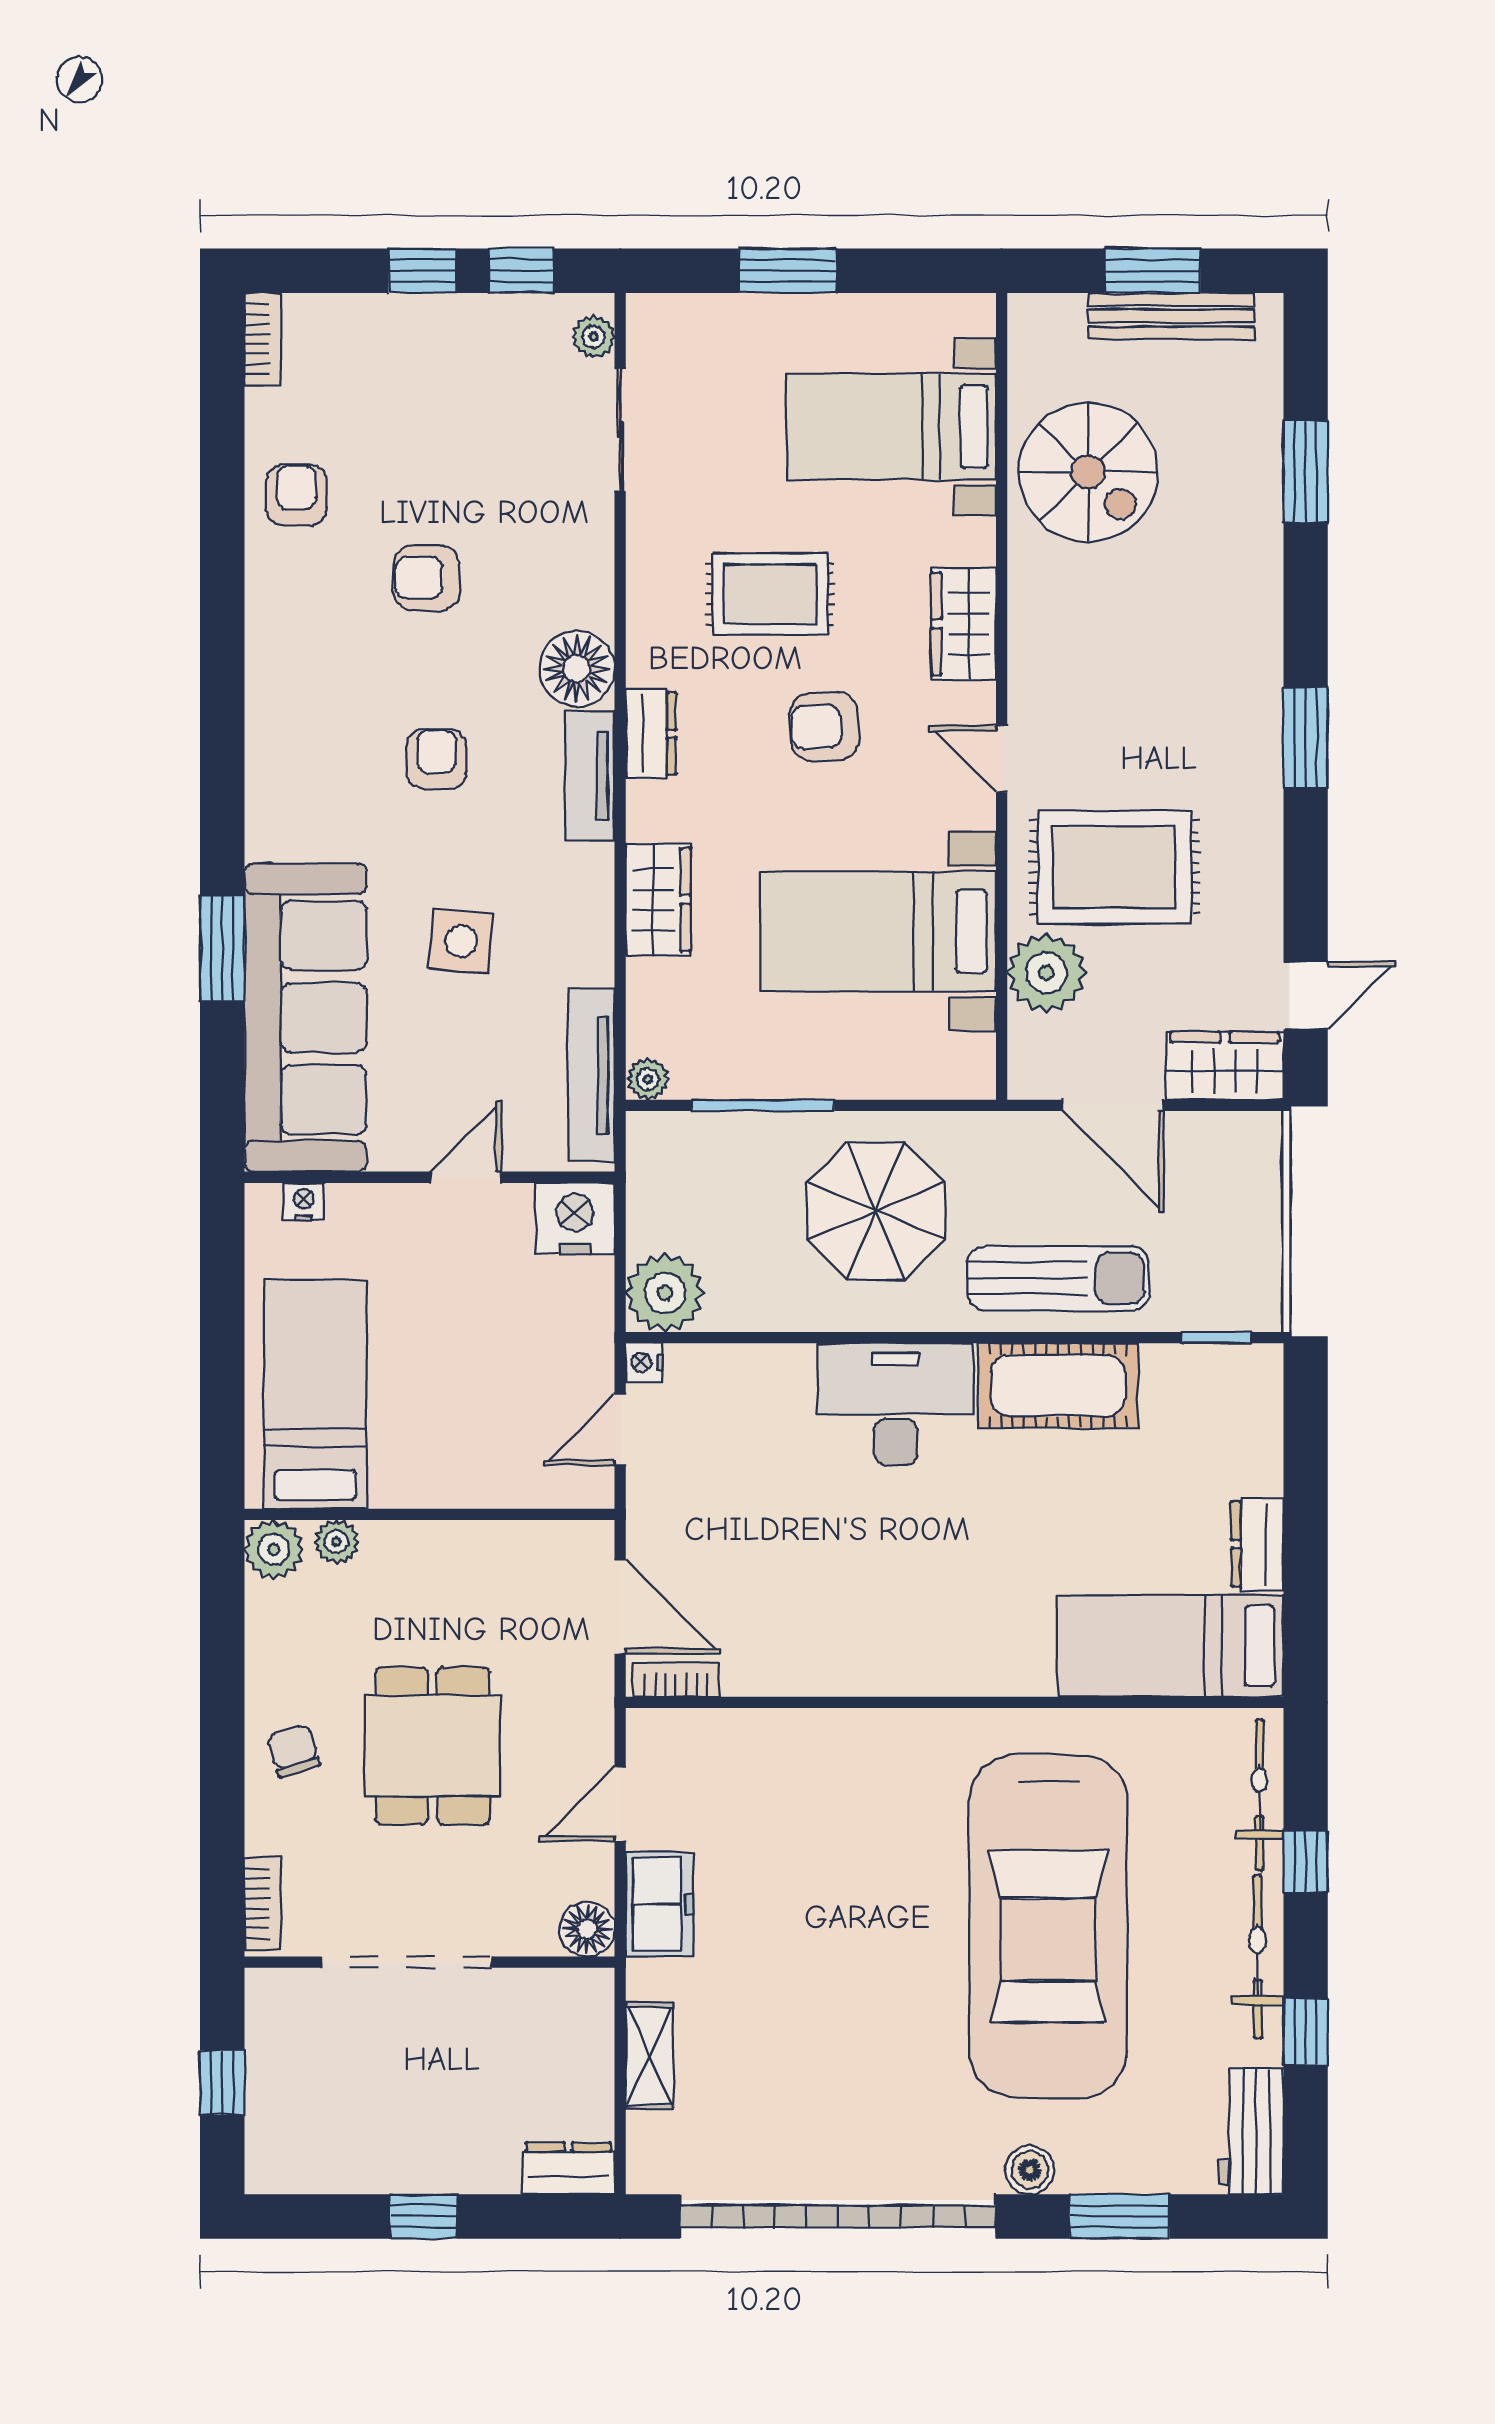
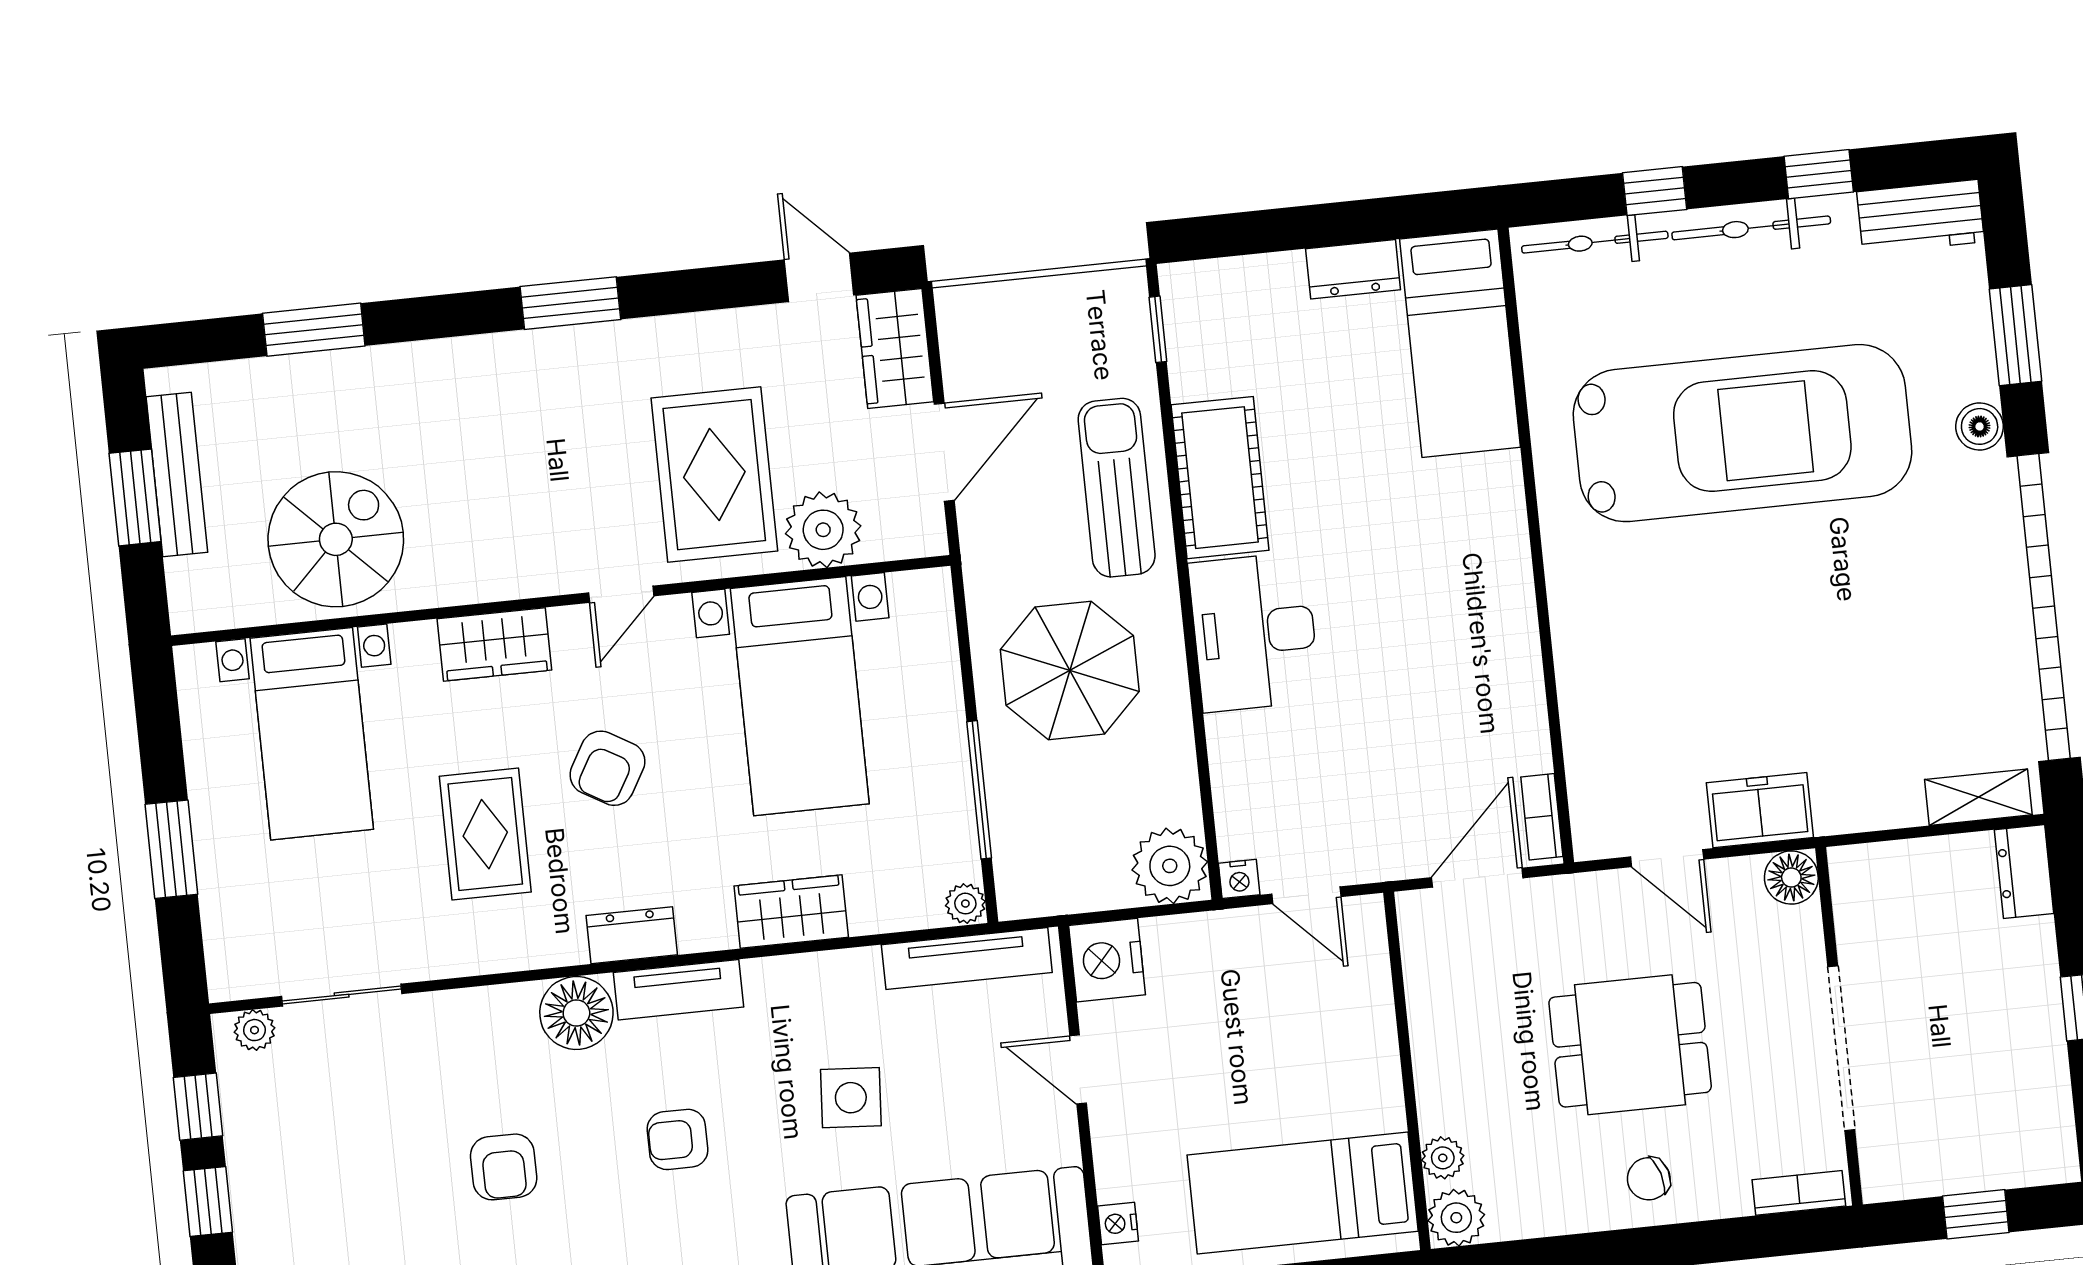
armchair: (825, 726) -> (607, 768), turned 33
shelving: (650, 2056) -> (1978, 797), moved

